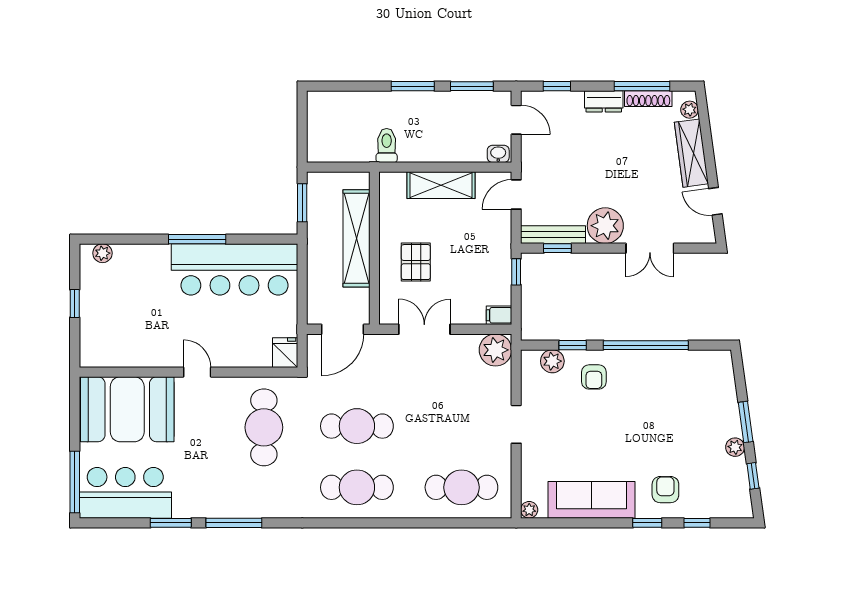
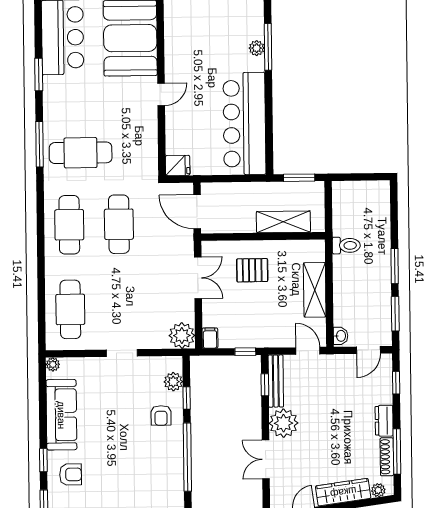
shelving: (356, 238) -> (283, 222), width x0.68
window: (197, 239) -> (268, 47), moved
plant: (102, 253) -> (257, 48), moved
armchair: (594, 377) -> (161, 415), turned -90
cafe table: (264, 427) -> (81, 153), moved
window: (234, 523) -> (40, 144), moved

